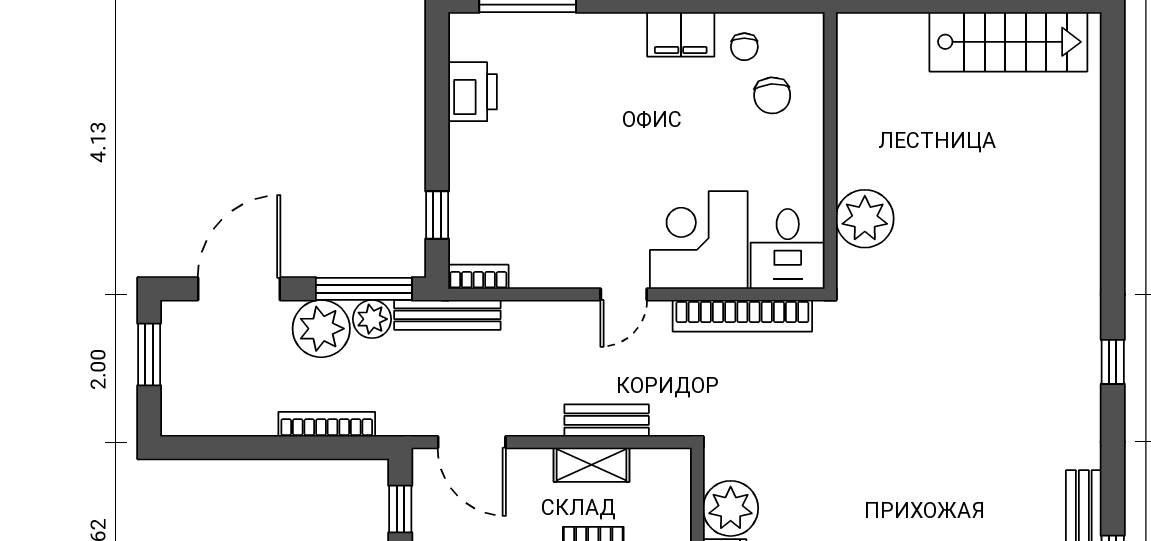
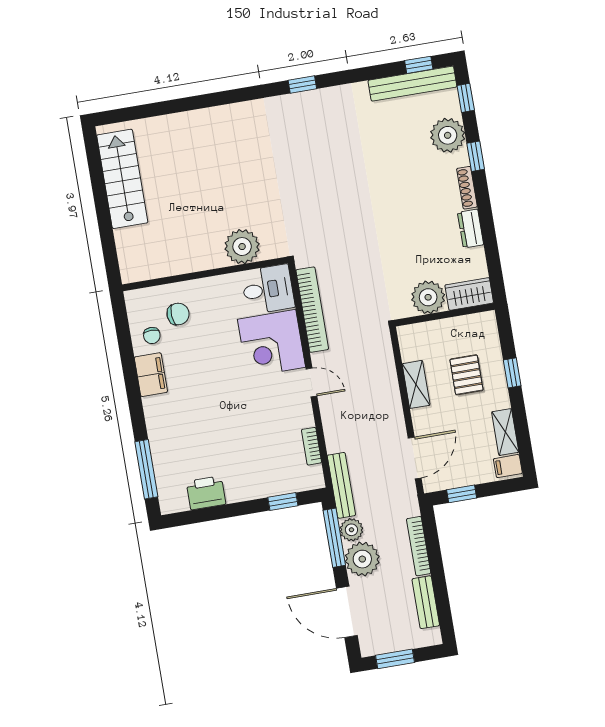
chair: (744, 47) -> (152, 336), turned 90
bookcase: (478, 277) -> (311, 446), moved
bench: (607, 420) -> (426, 602), moved

